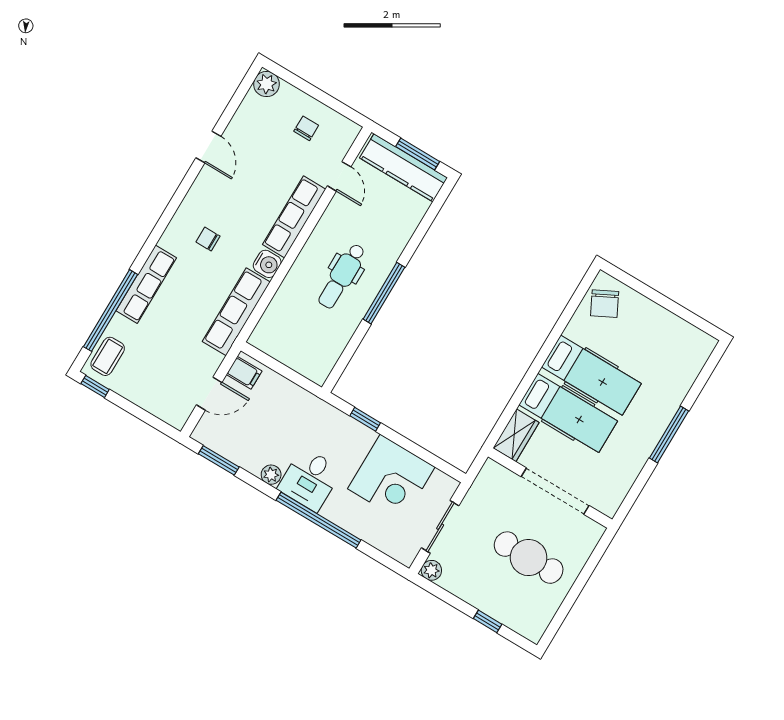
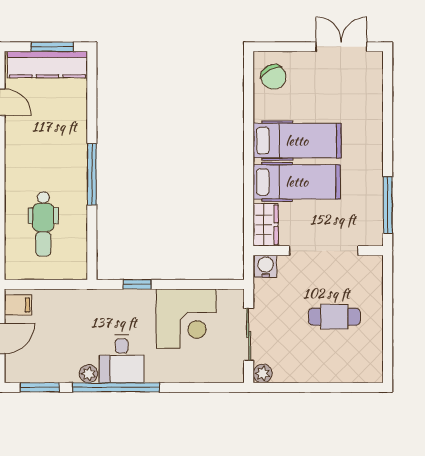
dental chair: (342, 276) -> (43, 224), moved
double door: (684, 313) -> (341, 47), added
window: (669, 434) -> (388, 205), moved
water cooler: (493, 473) -> (266, 266), added
window: (319, 520) -> (116, 387), moved
cafe table: (529, 558) -> (334, 317), width x0.73, depth x0.74
window: (488, 621) -> (332, 387), removed

